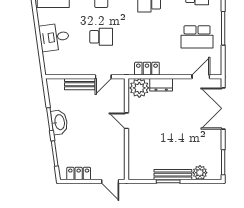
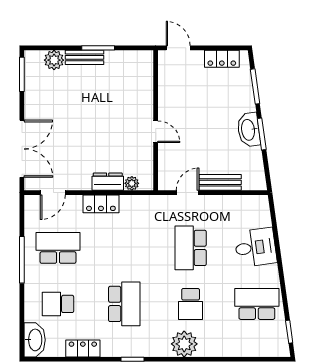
school desk: (101, 37) -> (191, 248), width x1.85
locker: (147, 69) -> (101, 204), moved
plant: (139, 88) -> (132, 183), width x0.53, depth x0.53
bench: (173, 175) -> (84, 57), width x0.73

